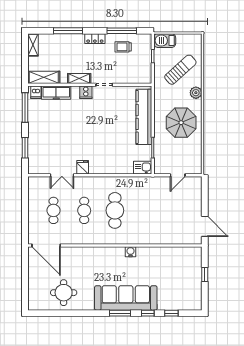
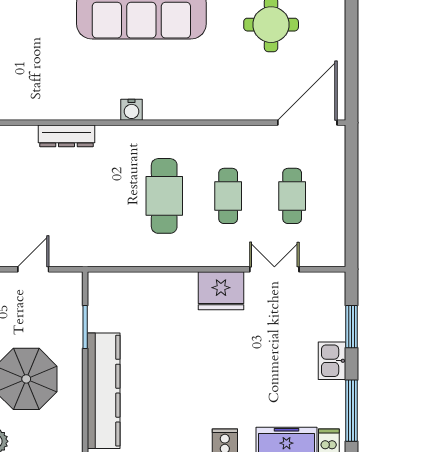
fridge: (83, 167) -> (221, 291), width x1.88, depth x1.34
kitchen sink: (143, 168) -> (332, 361), moved, turned 90
dresser: (162, 239) -> (66, 136), added
door: (46, 246) -> (307, 123), hinge flipped

